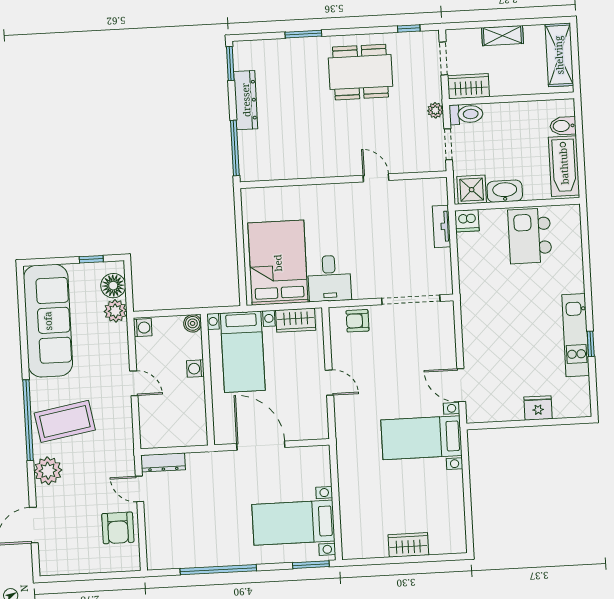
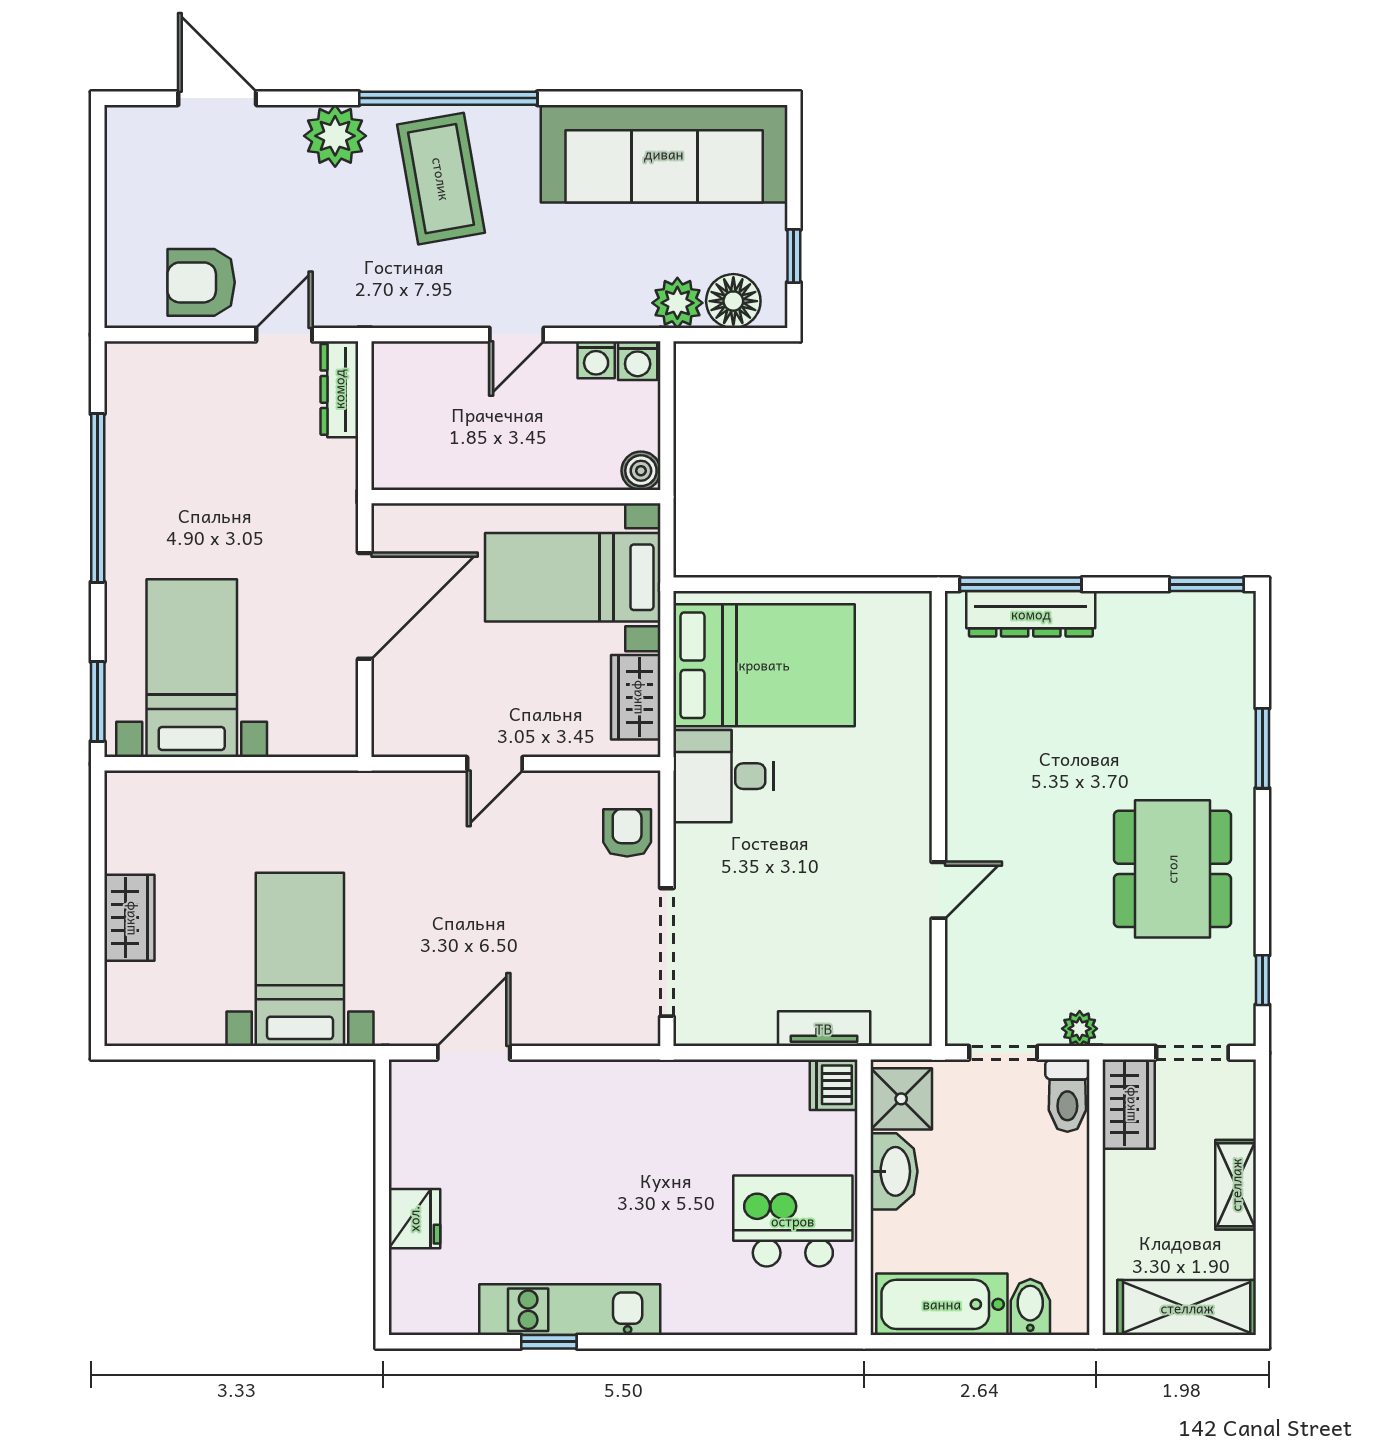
dresser: (246, 100) -> (1031, 614), moved
washing machine: (195, 369) -> (596, 360), moved, turned 180
bed with nightstands: (421, 438) -> (300, 959), moved

